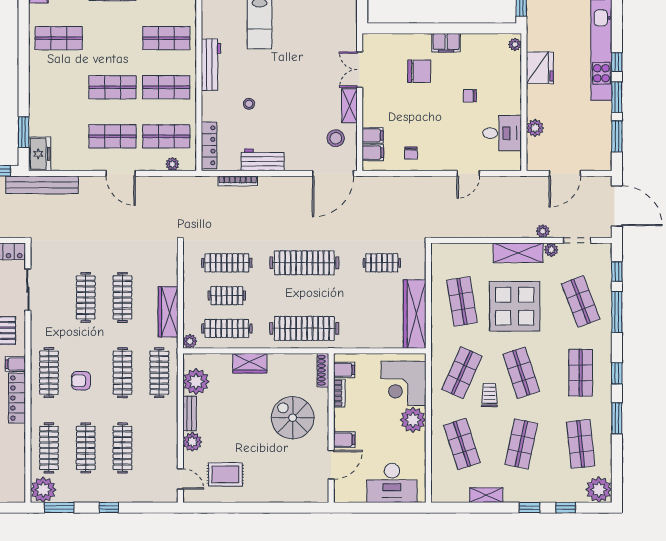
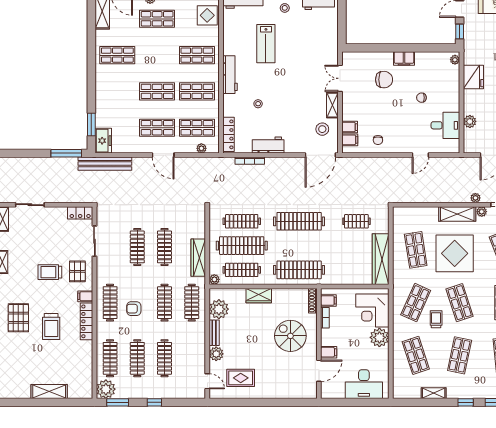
clothes rail: (227, 296) -> (242, 246), width x1.86, depth x1.31

